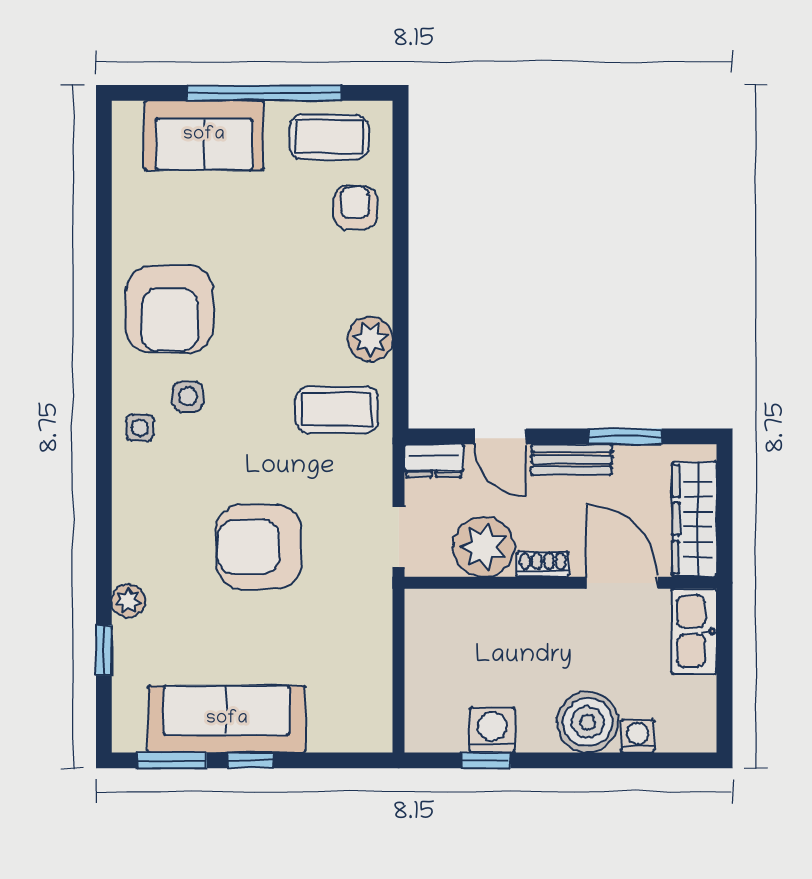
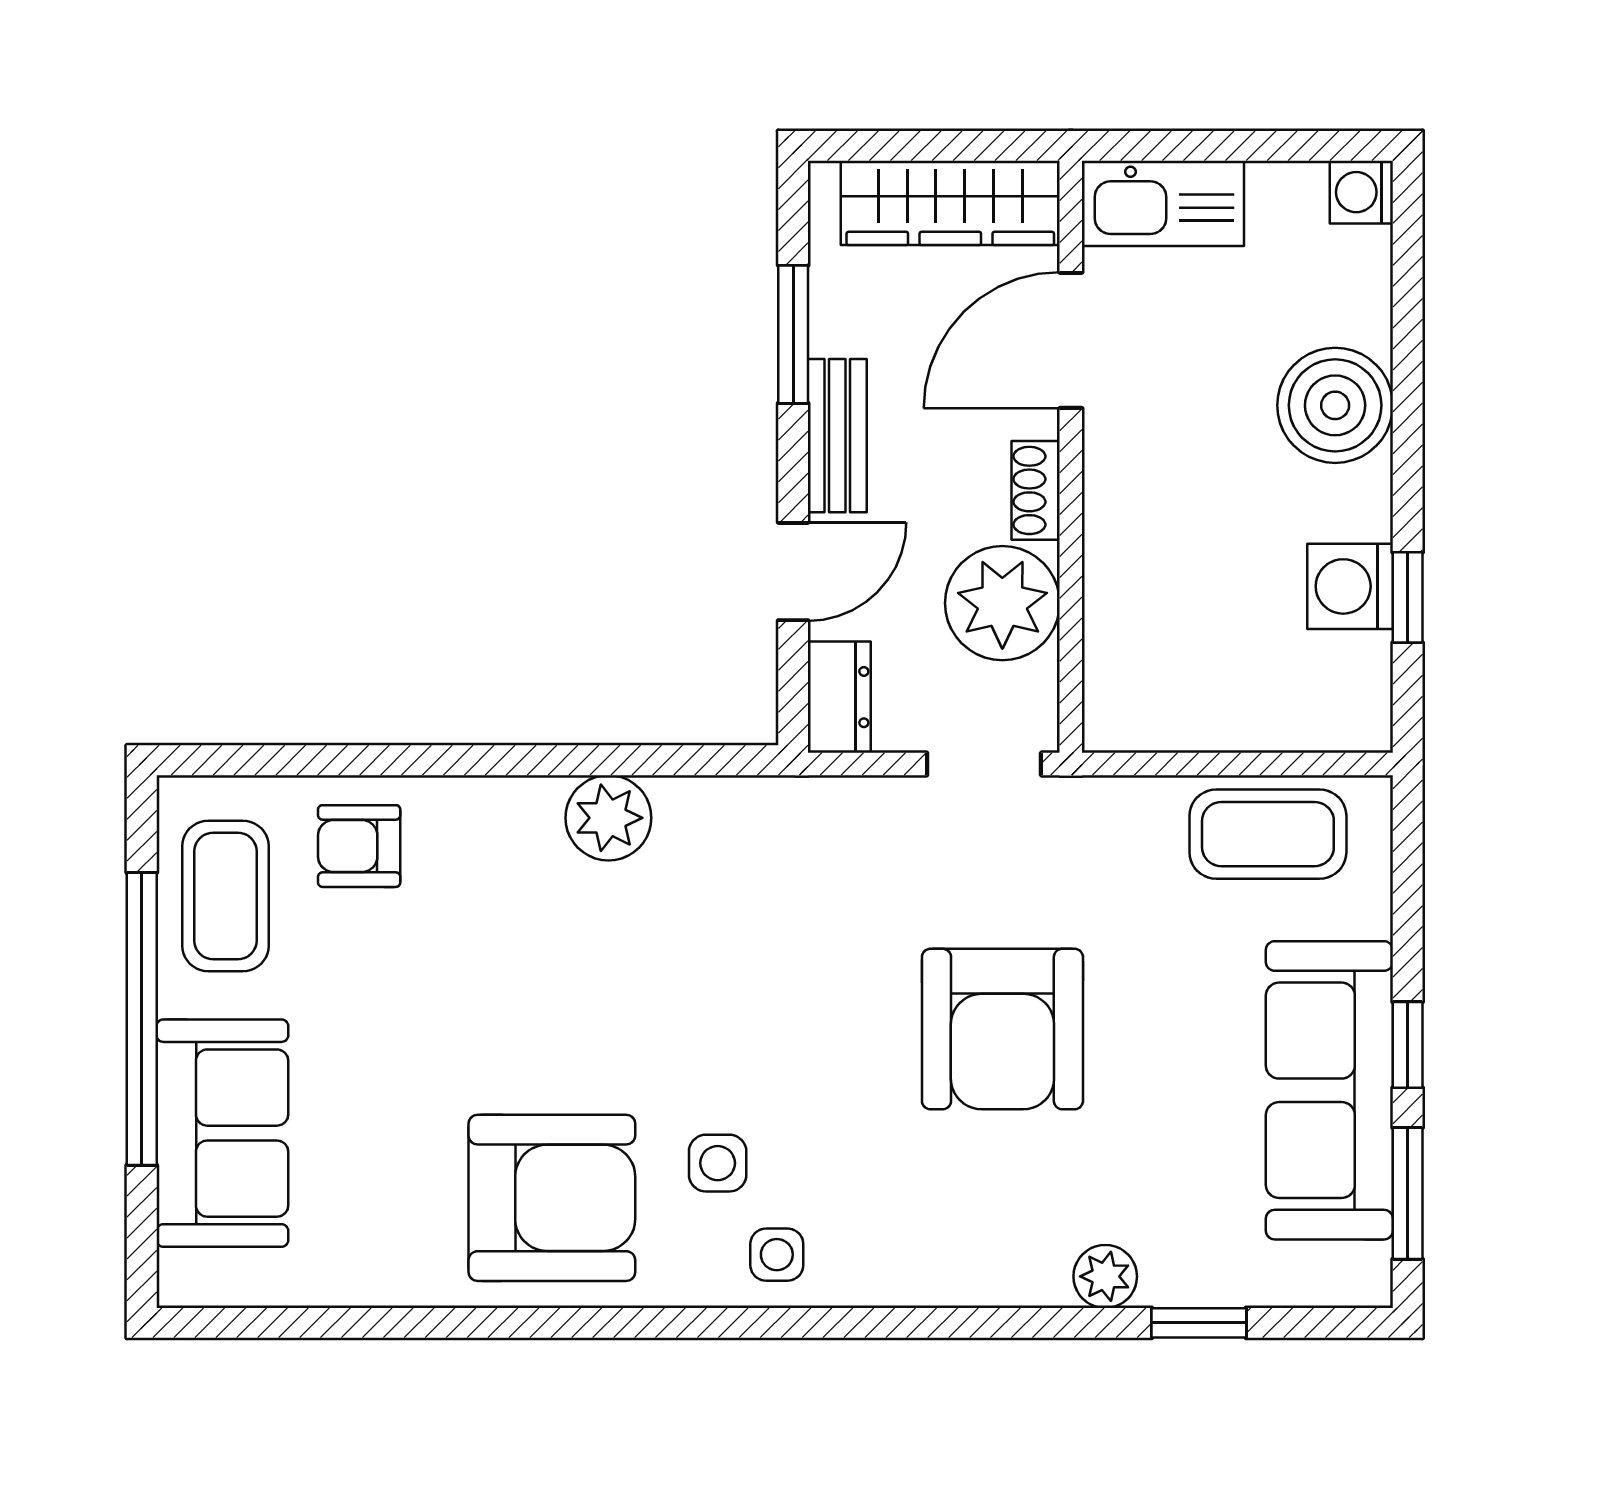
coffee table: (337, 410) -> (1268, 834), moved, turned 90
washing machine: (638, 736) -> (1361, 192), moved

